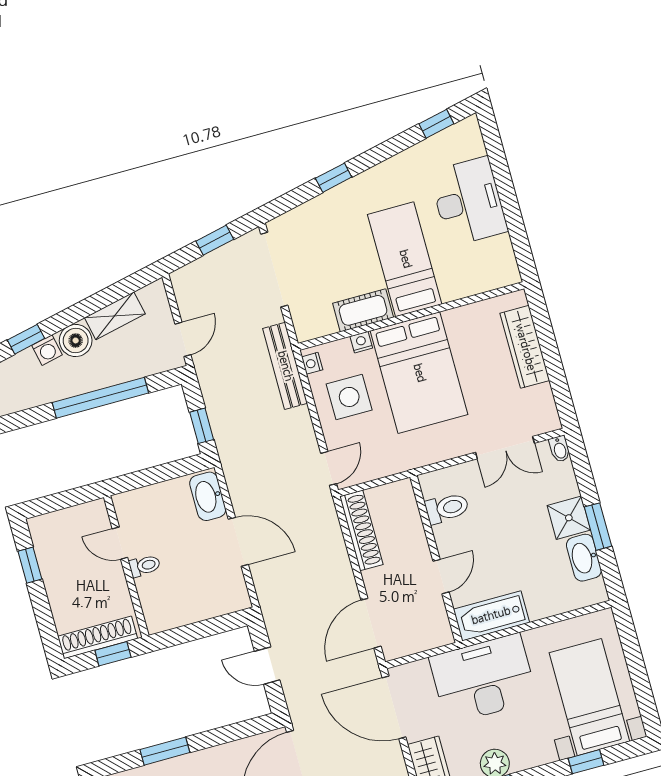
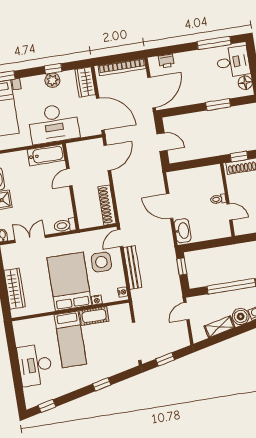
bench: (285, 366) -> (133, 267), moved
side table: (349, 397) -> (101, 262), moved
toilet: (447, 508) -> (65, 225), moved

